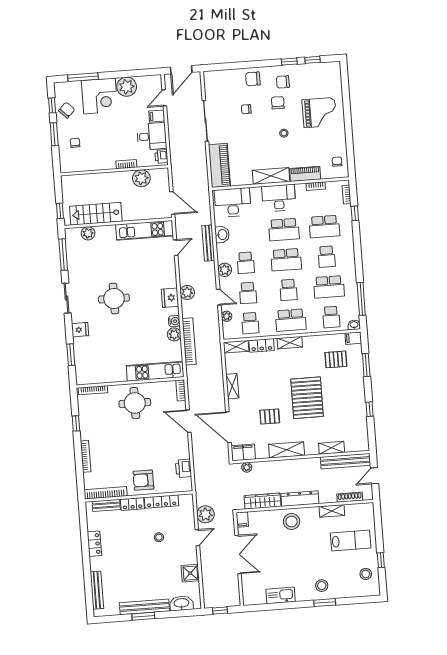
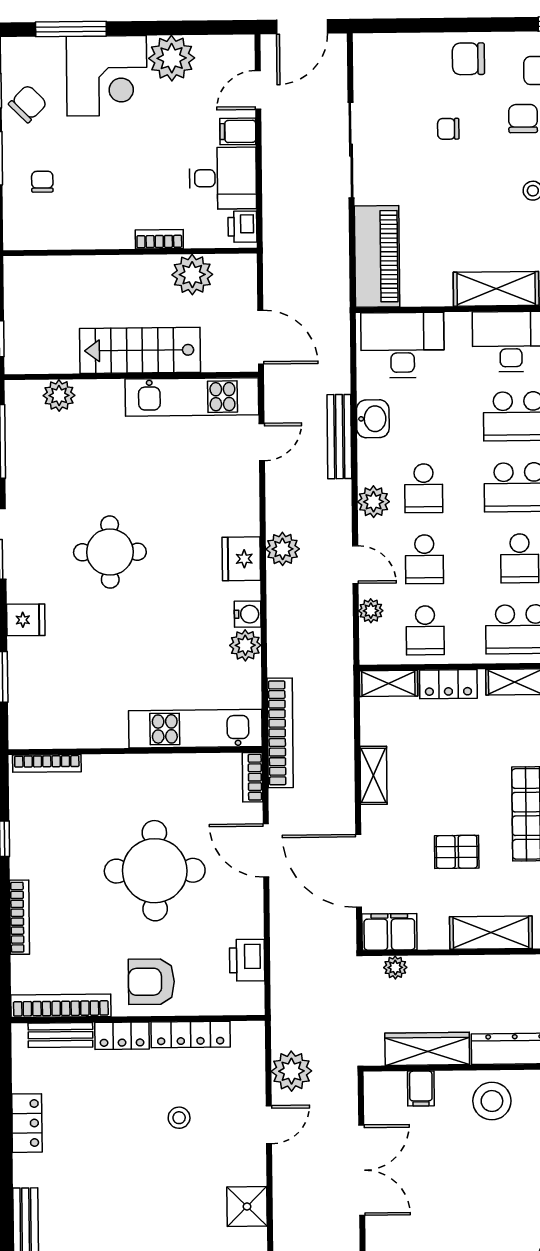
stairs: (96, 214) -> (140, 350), moved
bookcase: (189, 341) -> (280, 733), moved
round table: (135, 403) -> (155, 871), moved, width x1.36, depth x1.36
filing cabinet: (242, 520) -> (421, 1088), moved

